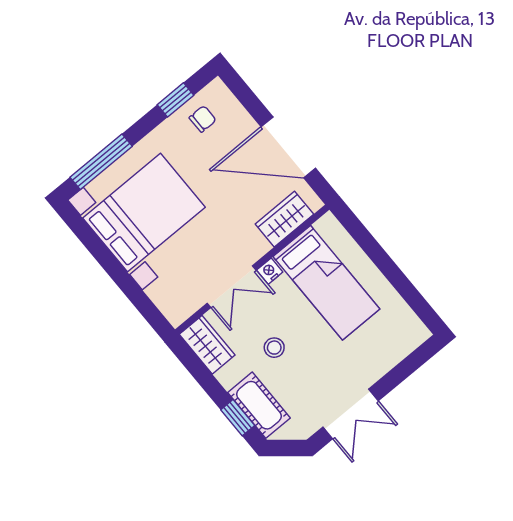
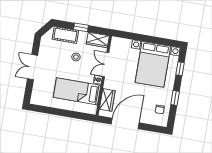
window: (176, 100) -> (175, 98), moved
window: (101, 162) -> (180, 69), width x0.46
double door: (351, 414) -> (33, 67), moved
window: (238, 418) -> (81, 27), moved

